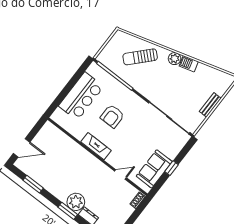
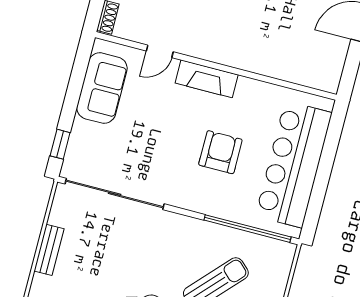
bar counter: (81, 96) -> (294, 164), width x1.36
fireplace: (96, 146) -> (207, 79), moved
window: (172, 168) -> (60, 144), moved

